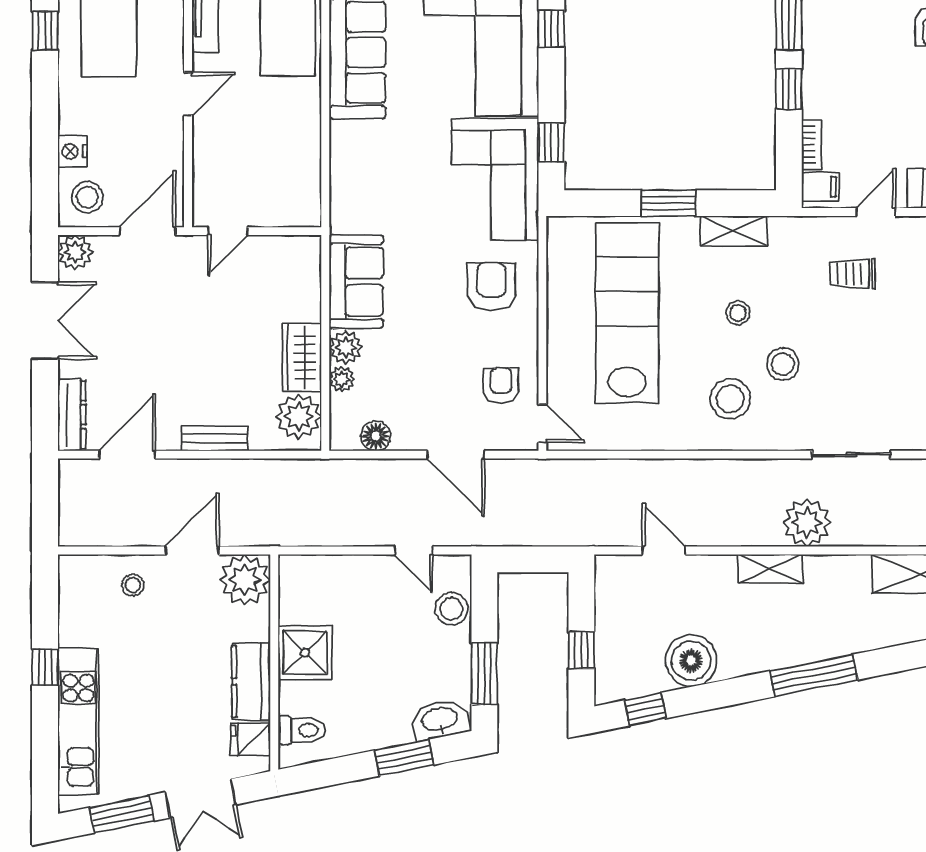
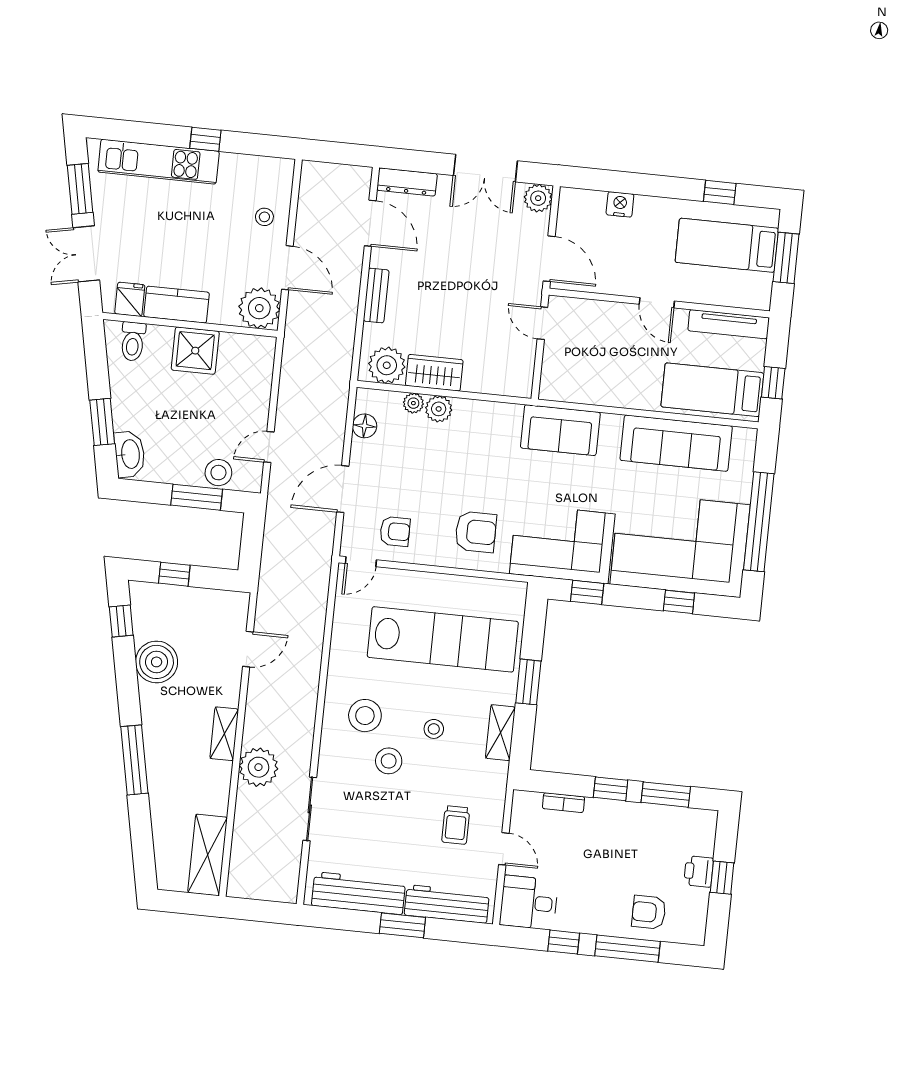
filing cabinet: (820, 187) -> (529, 806), removed
stool: (87, 197) -> (582, 213), removed
trolley: (853, 274) -> (456, 825), turned 180
sofa: (356, 282) -> (560, 430), moved
window: (484, 674) -> (197, 497), moved

